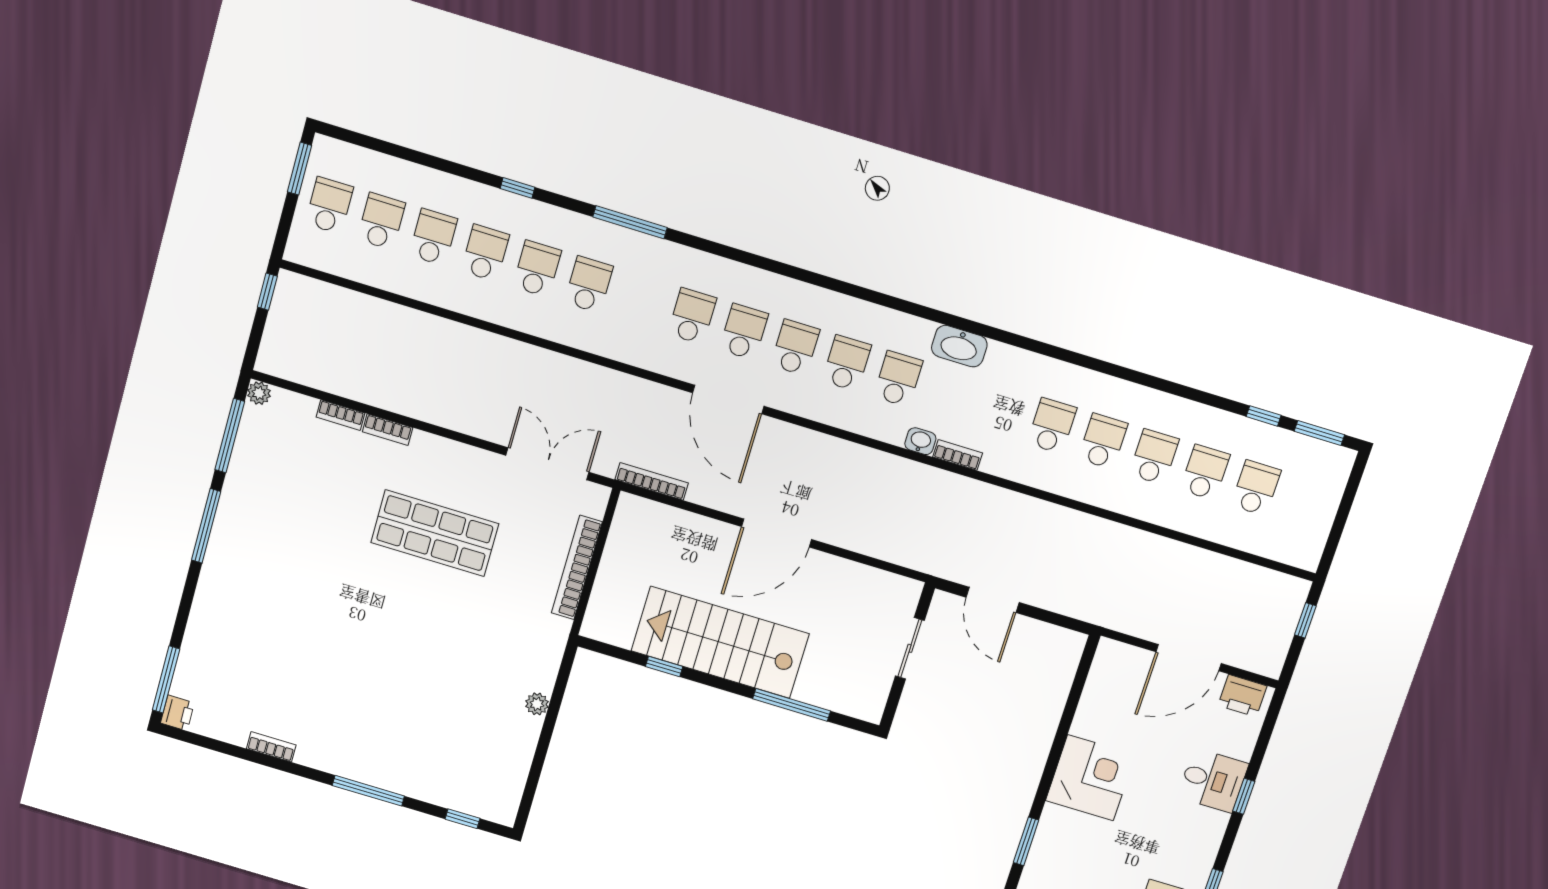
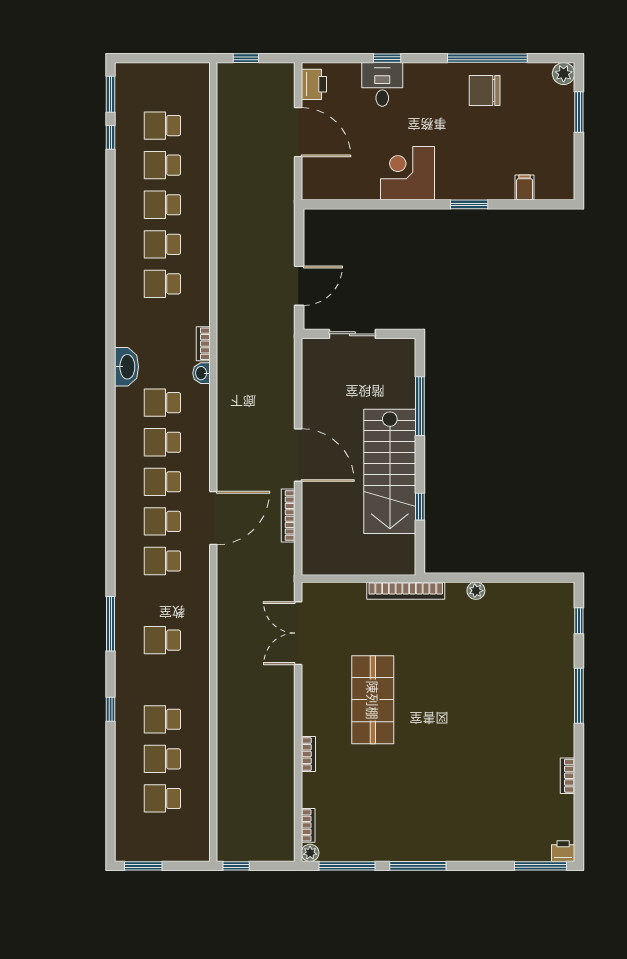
school desk: (329, 205) -> (162, 838), removed
school desk: (537, 269) -> (162, 680), removed
bookcase: (341, 415) -> (308, 825), moved
bookcase: (652, 481) -> (288, 516), moved
bookcase: (577, 567) -> (406, 591), moved

